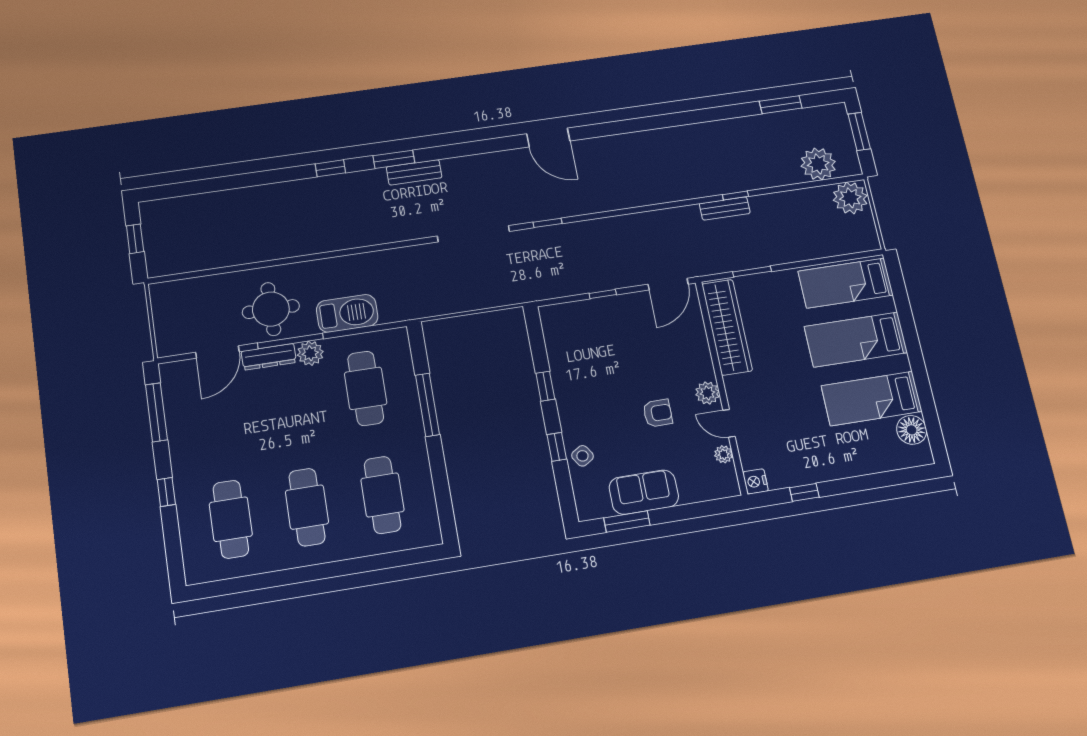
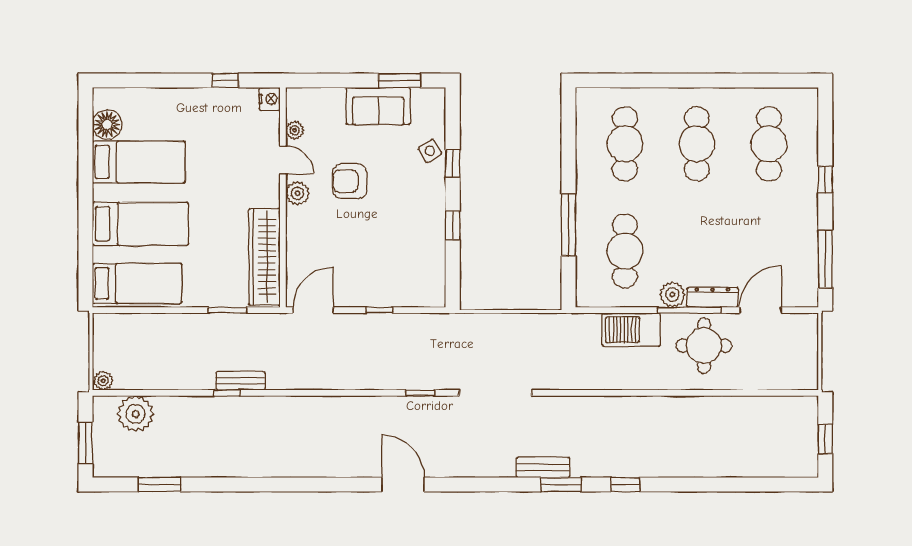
plant: (850, 198) -> (103, 381), width x0.53, depth x0.53
armchair: (658, 413) -> (350, 181), width x1.38, depth x1.38

